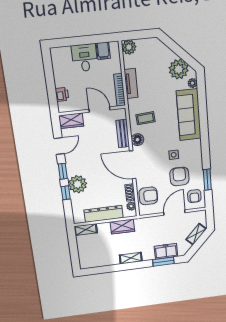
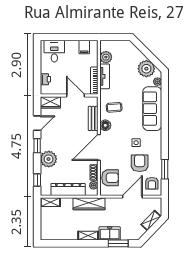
plant: (129, 47) -> (106, 57), moved
desk: (85, 58) -> (54, 51), moved
door: (133, 165) -> (99, 147), hinge flipped
window: (66, 193) -> (37, 180), moved
wardrobe: (122, 227) -> (89, 204), width x1.50
freezer: (166, 251) -> (110, 233), moved

